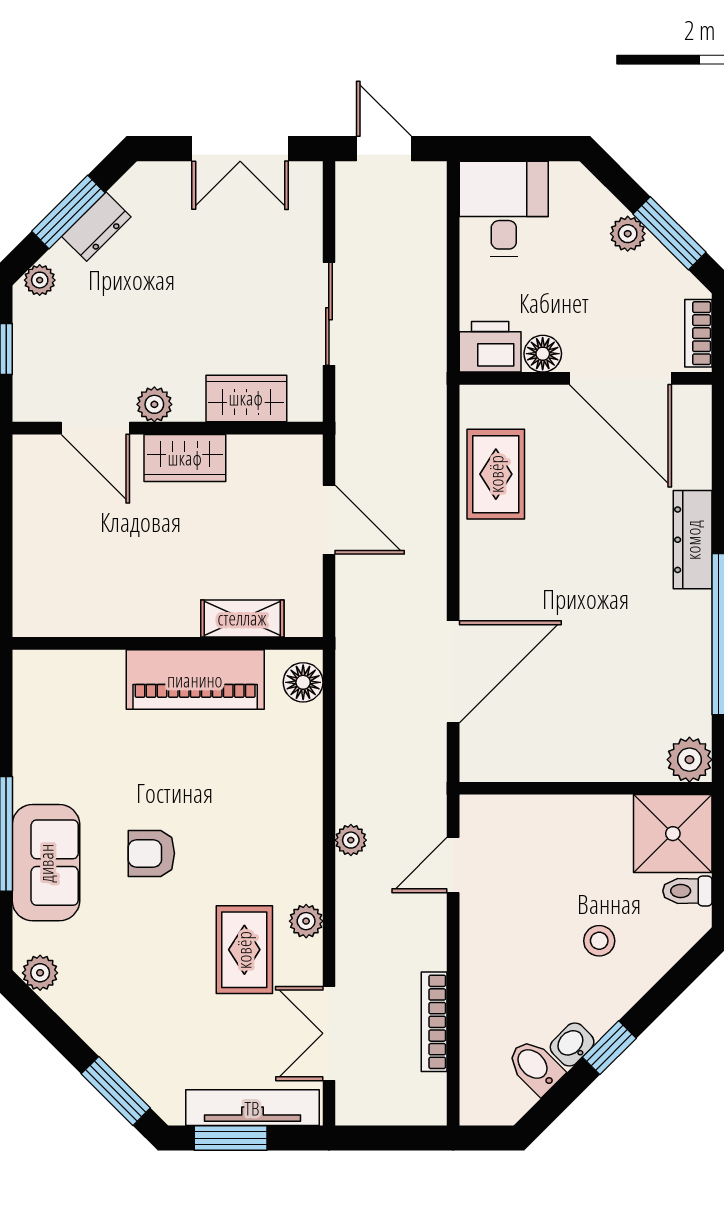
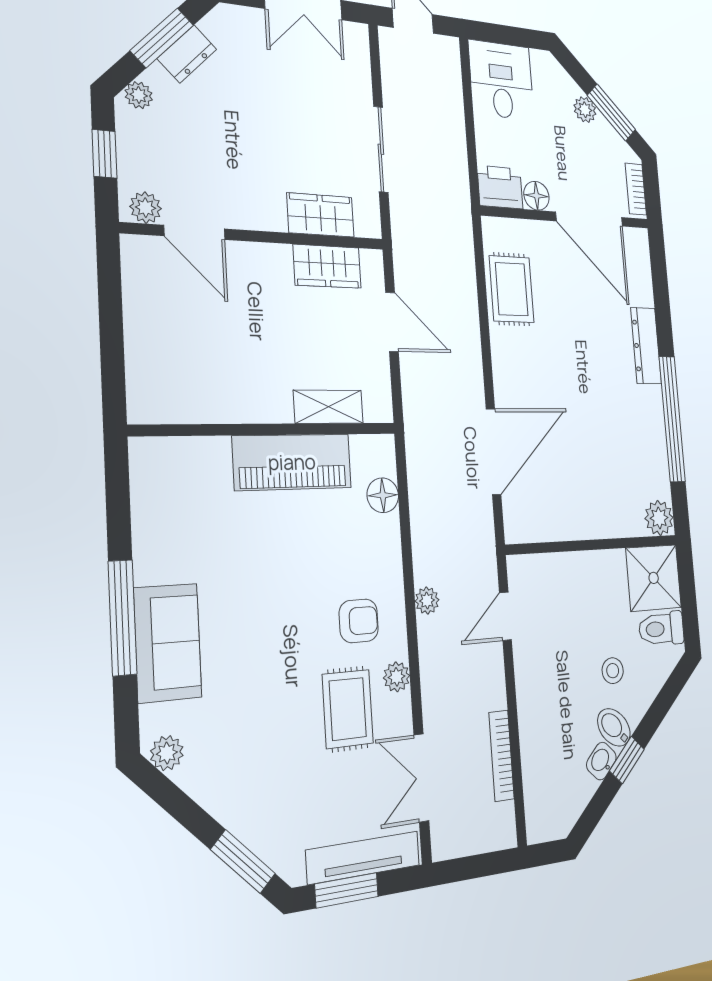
plant: (154, 404) -> (146, 208), moved
wardrobe: (185, 458) -> (327, 266), moved
floor lamp: (303, 682) -> (383, 495), moved
armchair: (151, 853) -> (359, 621), moved, turned 180
toilet: (687, 891) -> (661, 629), width x1.37, depth x1.39
bidet: (535, 1067) -> (614, 727), moved

